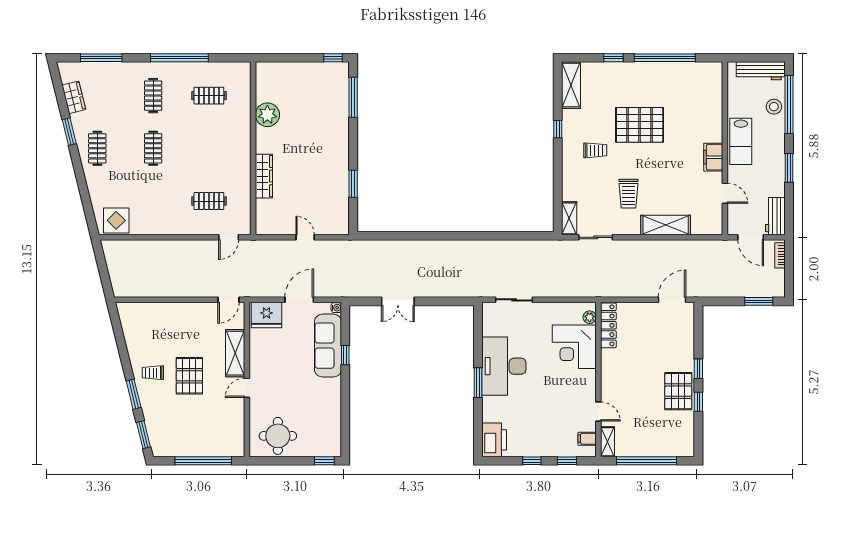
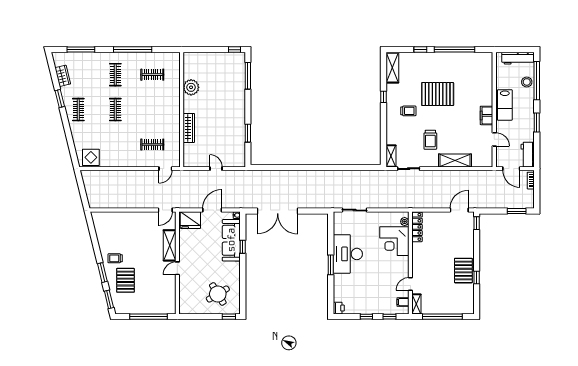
double door: (398, 301) -> (278, 211), width x1.87
window: (698, 369) -> (477, 223), moved
pallet: (189, 376) -> (125, 280), moved
door: (598, 411) -> (410, 284), swing flipped
round table: (278, 436) -> (218, 294), moved, turned -31
printer: (494, 440) -> (339, 308), width x0.53, depth x0.68

